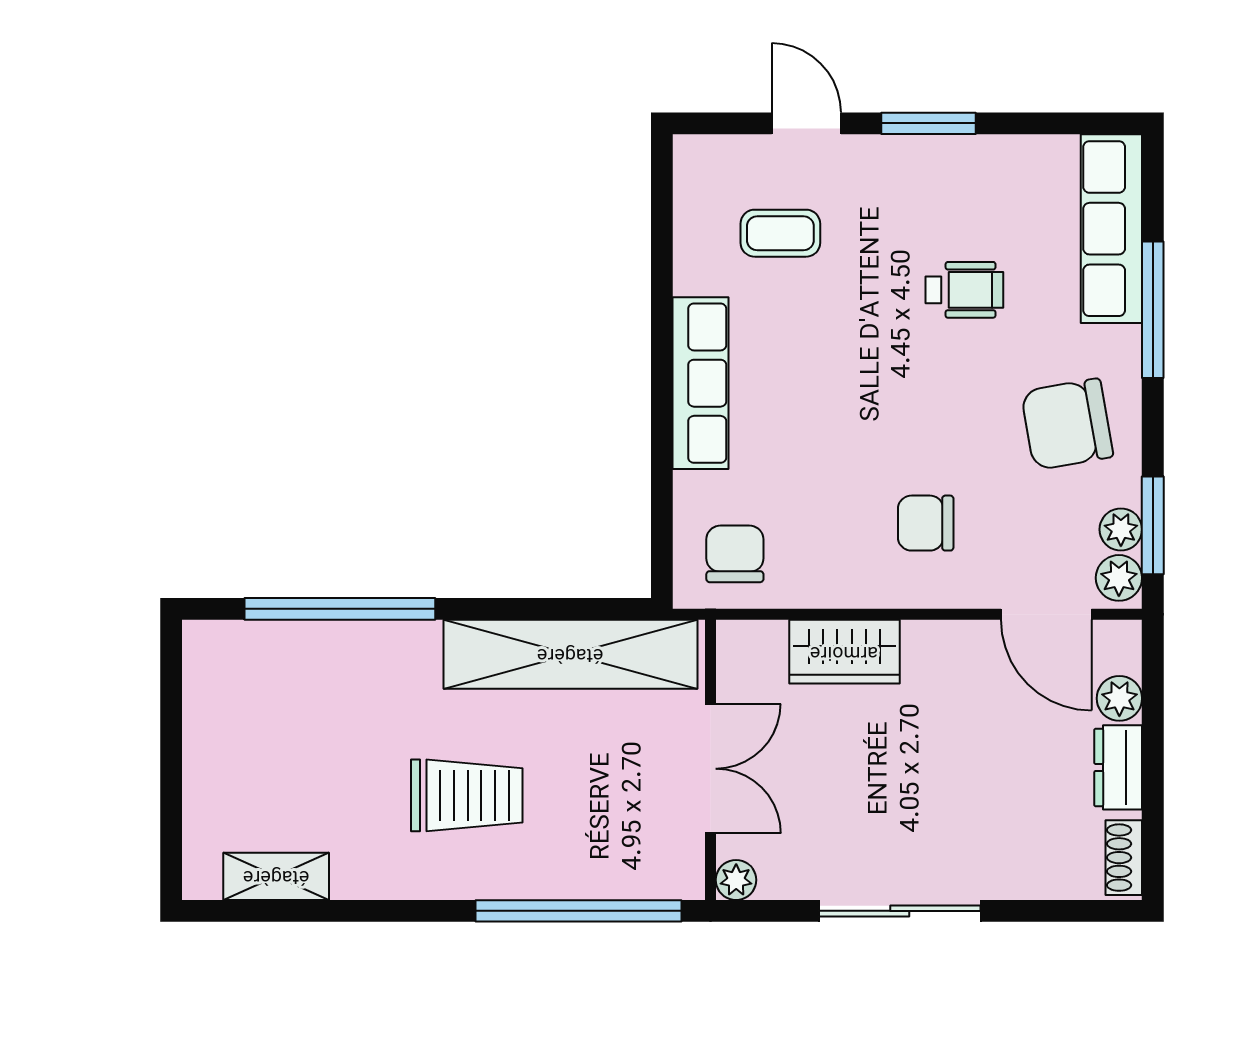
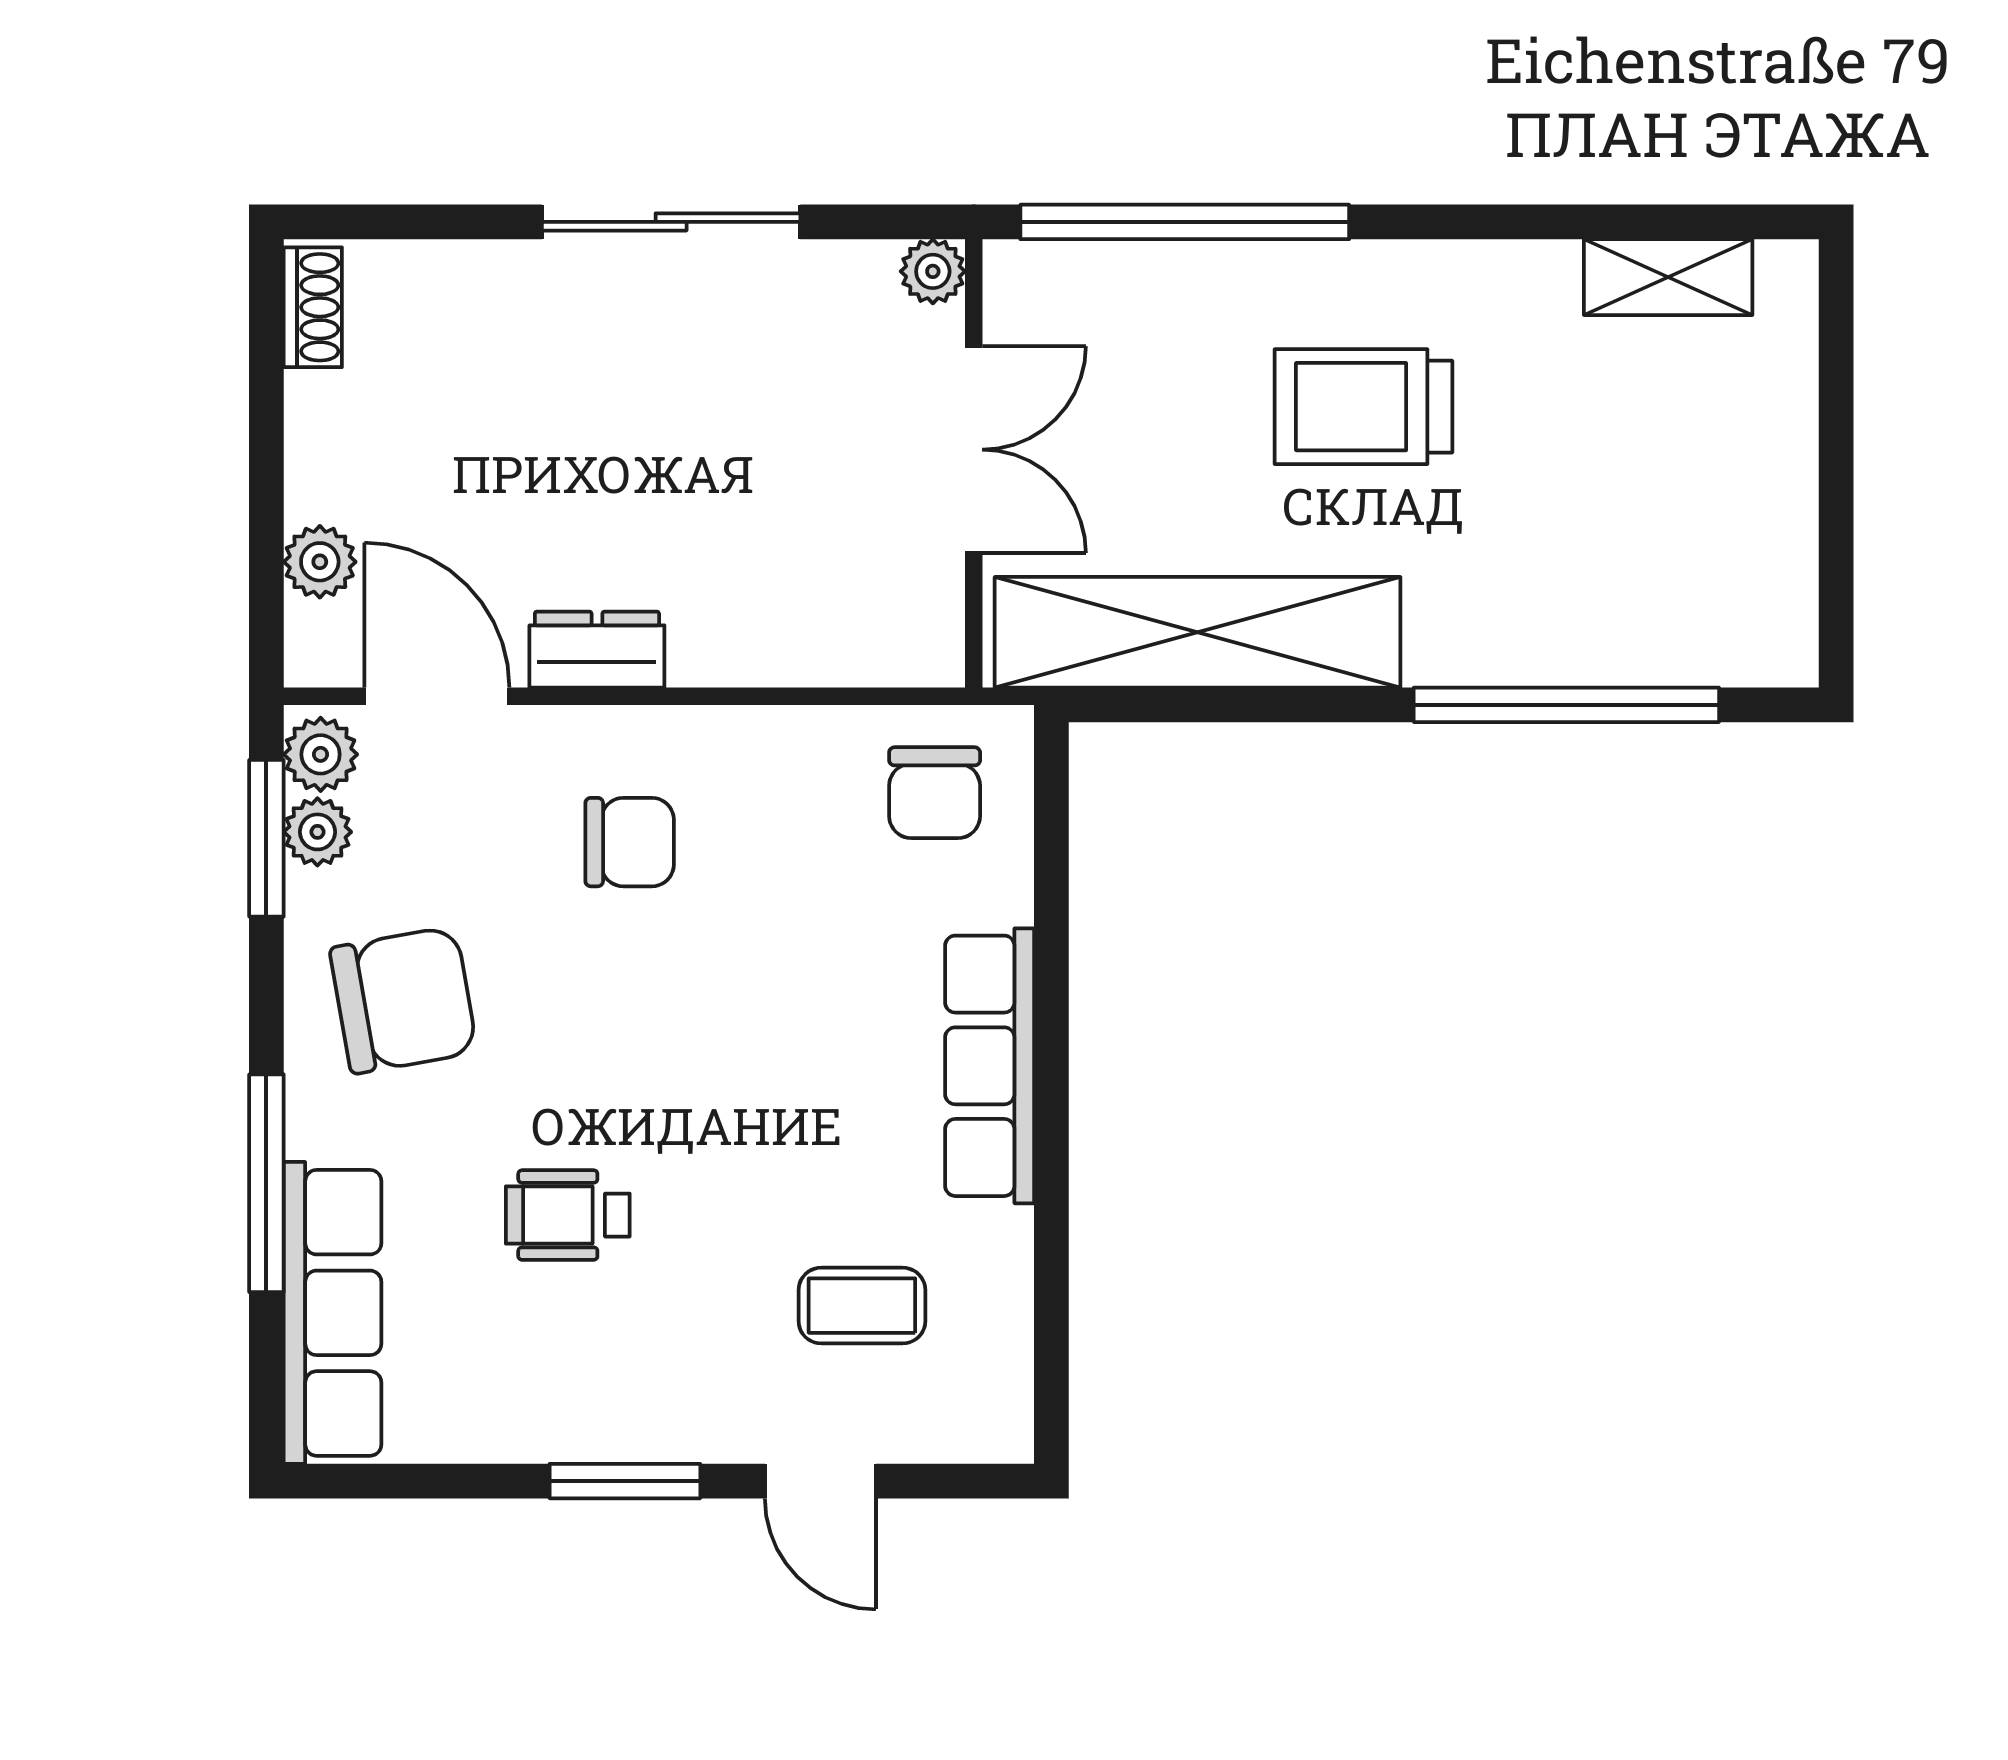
wardrobe: (844, 652) -> (759, 637), removed
dresser: (1118, 767) -> (597, 650), moved, turned -90
double door: (710, 769) -> (974, 450), swing flipped

